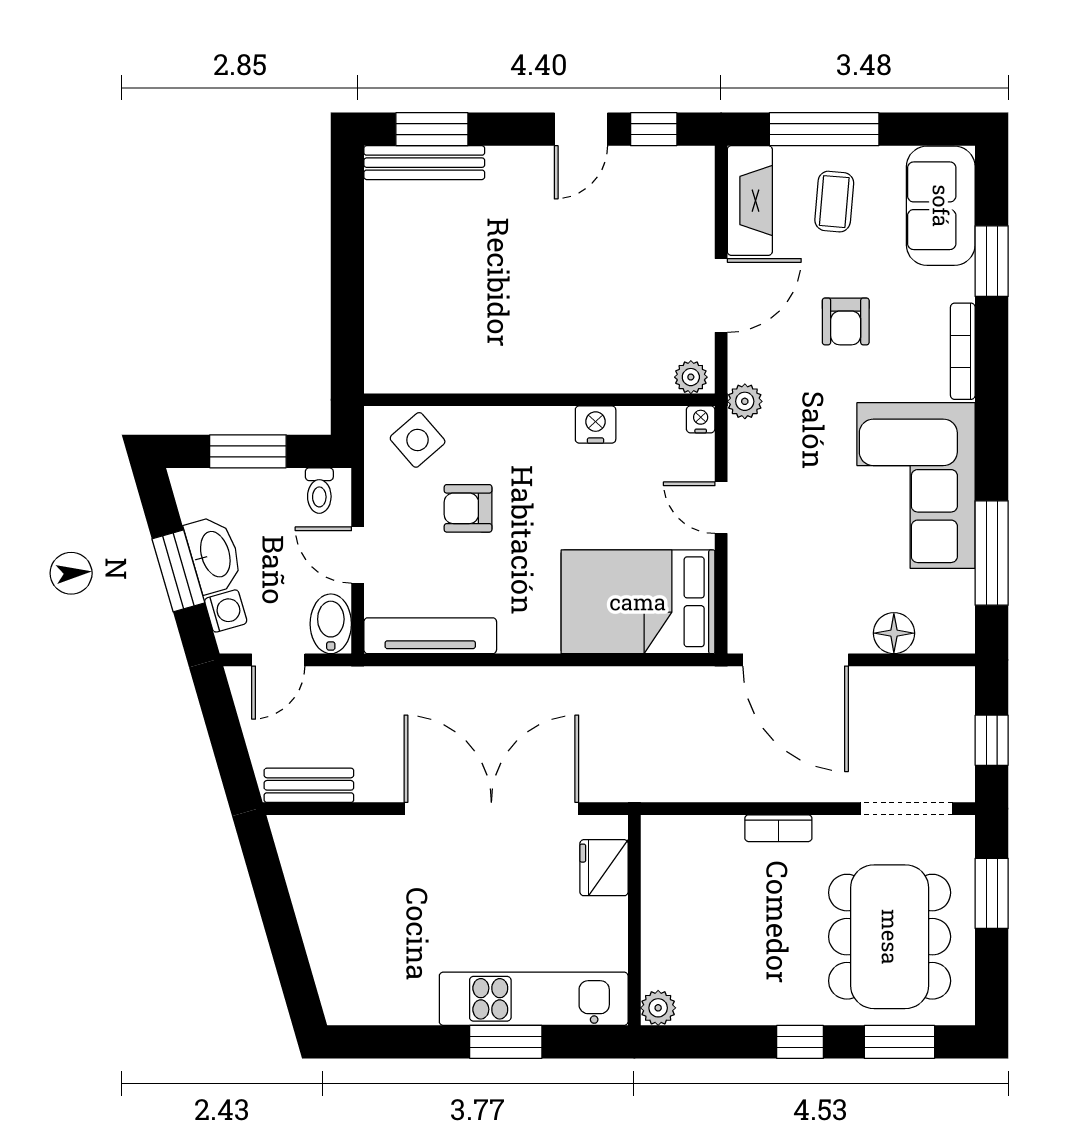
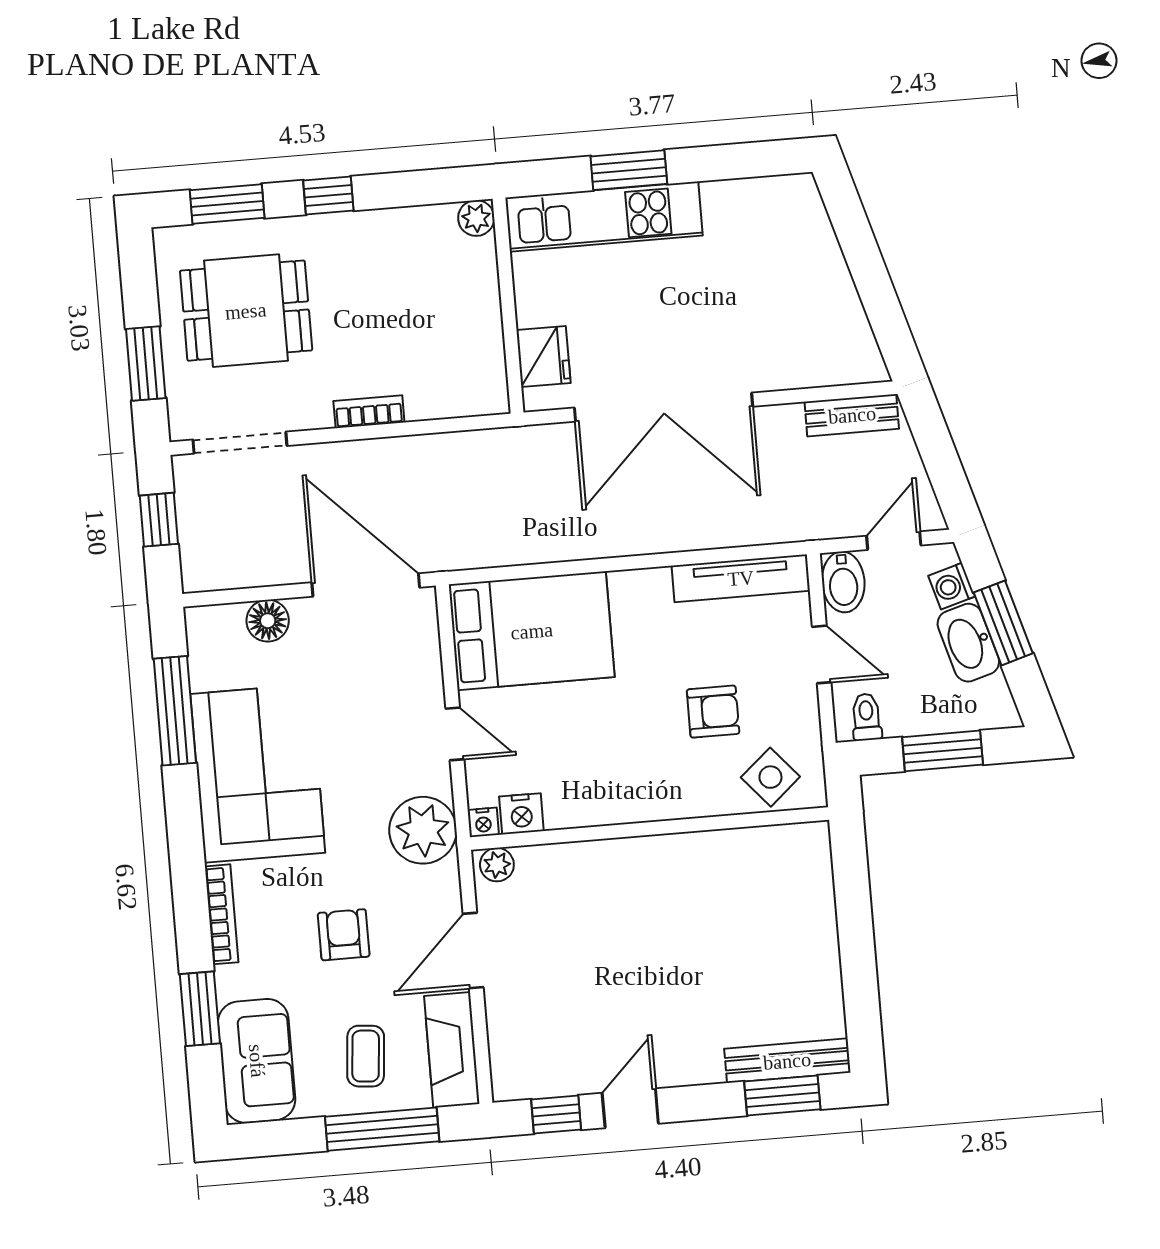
plant: (745, 401) -> (423, 830), width x1.88, depth x1.88
nightstand: (596, 425) -> (521, 814), moved
dining table: (890, 937) -> (246, 311), width x0.73

